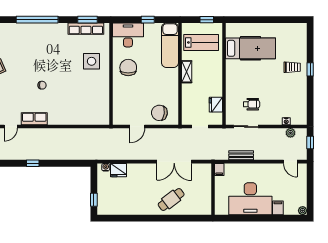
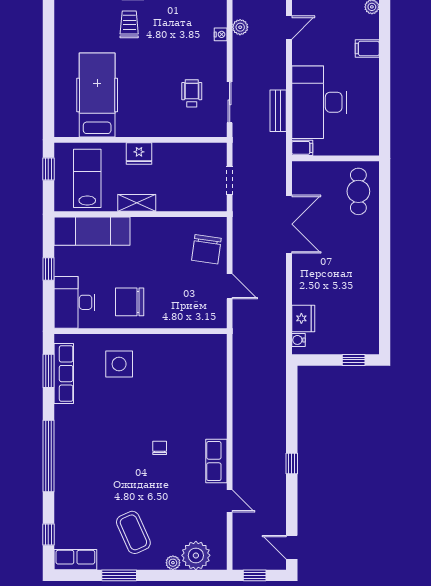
fridge: (216, 105) -> (139, 154), moved
desk: (250, 199) -> (319, 102), moved, turned 180
cafe table: (171, 200) -> (358, 191), moved, turned 37

